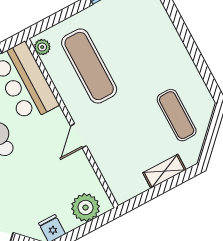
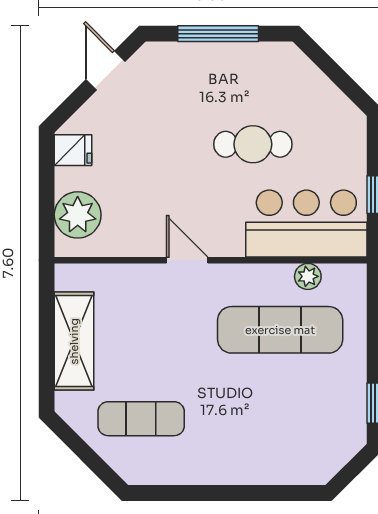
plant: (42, 47) -> (308, 276), moved
shelving: (164, 171) -> (74, 341), width x1.50, depth x1.33

